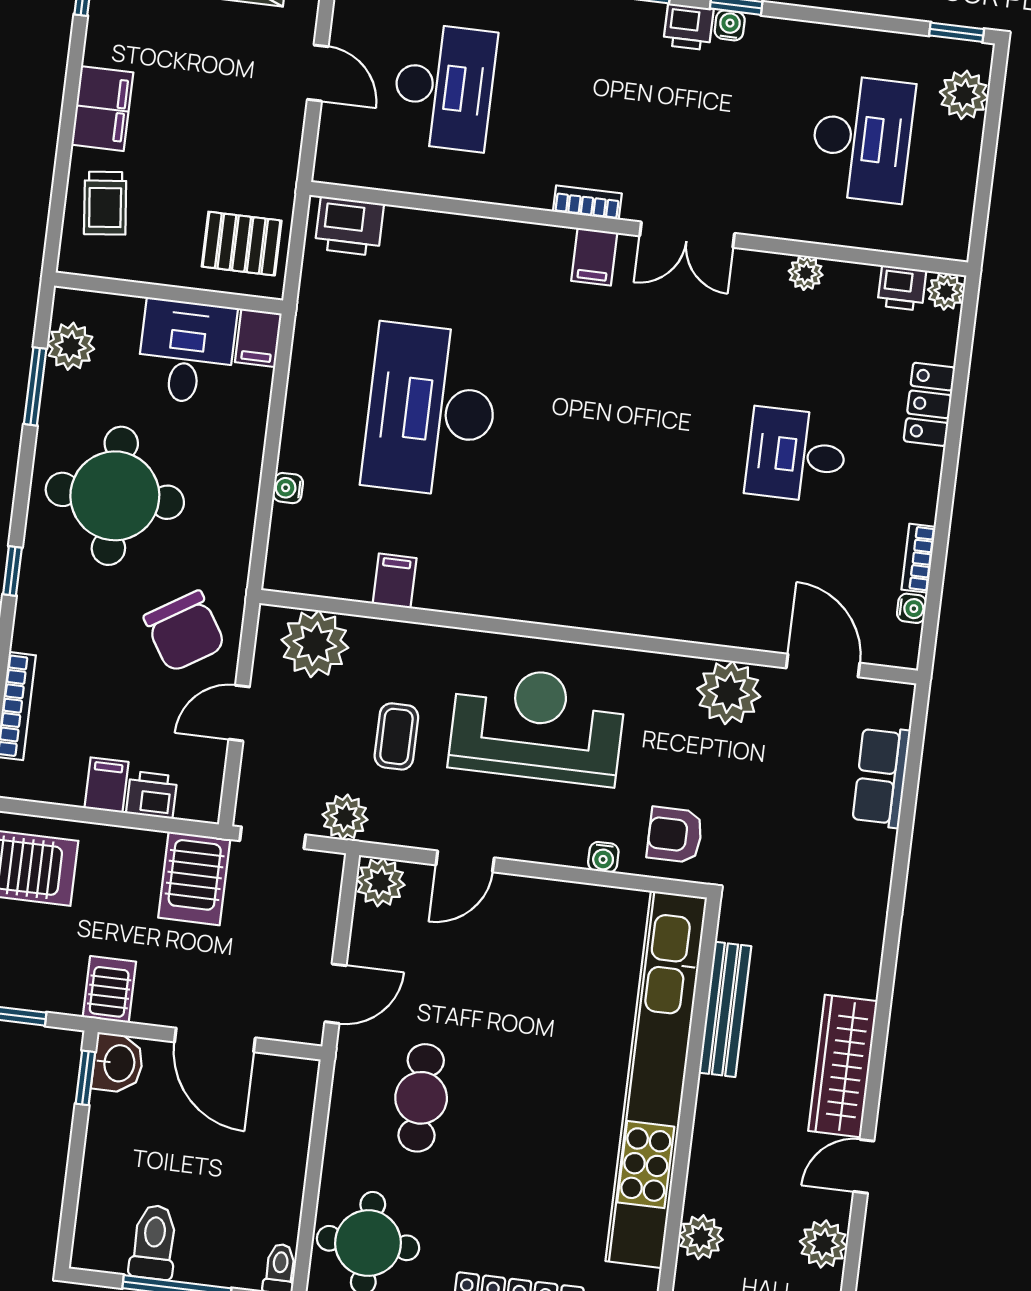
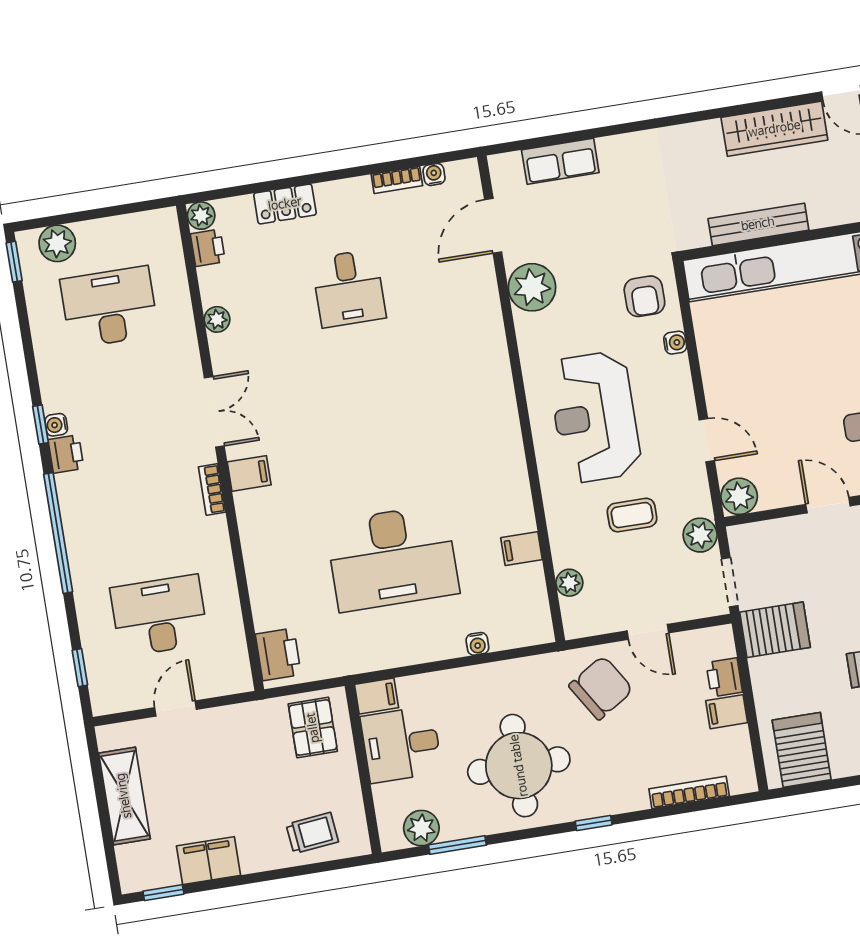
filing cabinet: (102, 109) -> (208, 861), moved
plant: (315, 644) -> (569, 583), width x0.53, depth x0.53

